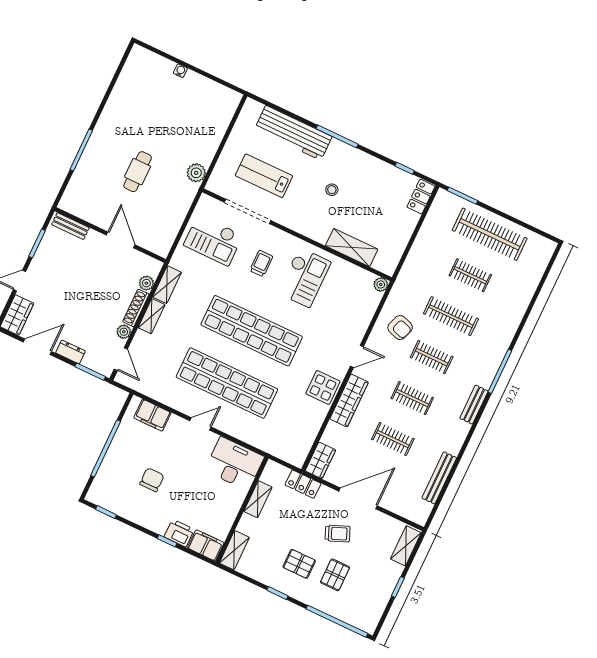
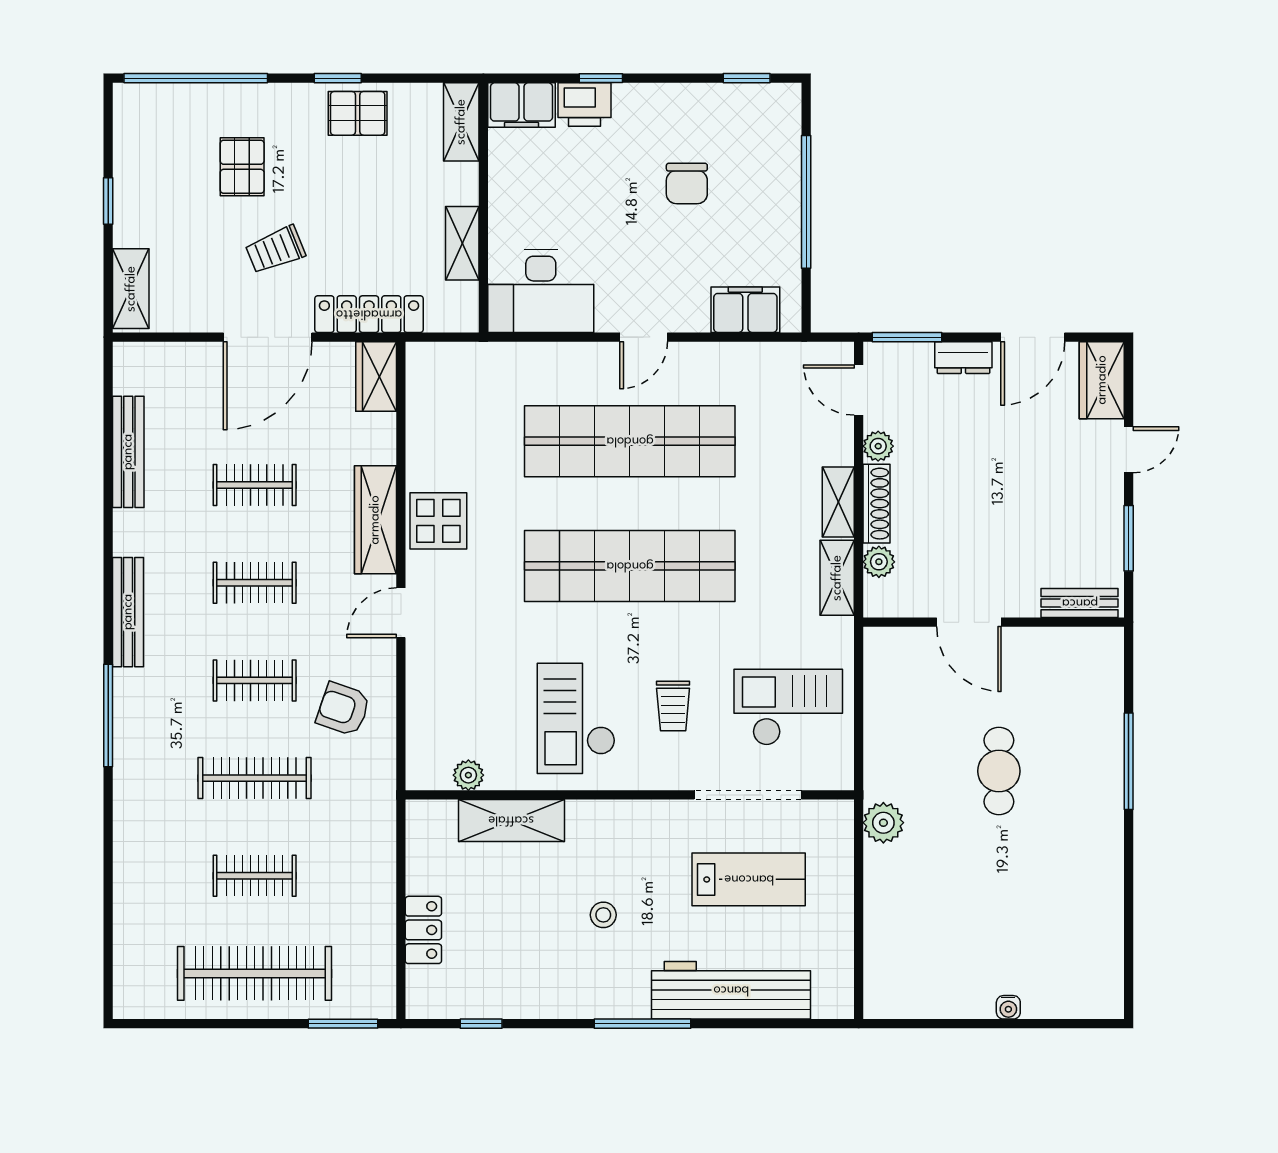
locker: (421, 197) -> (423, 930), moved
plant: (381, 284) -> (468, 775), moved
bench: (474, 405) -> (128, 612), width x1.36
locker: (303, 484) -> (369, 314), width x1.53
pallet: (299, 564) -> (358, 113), moved

